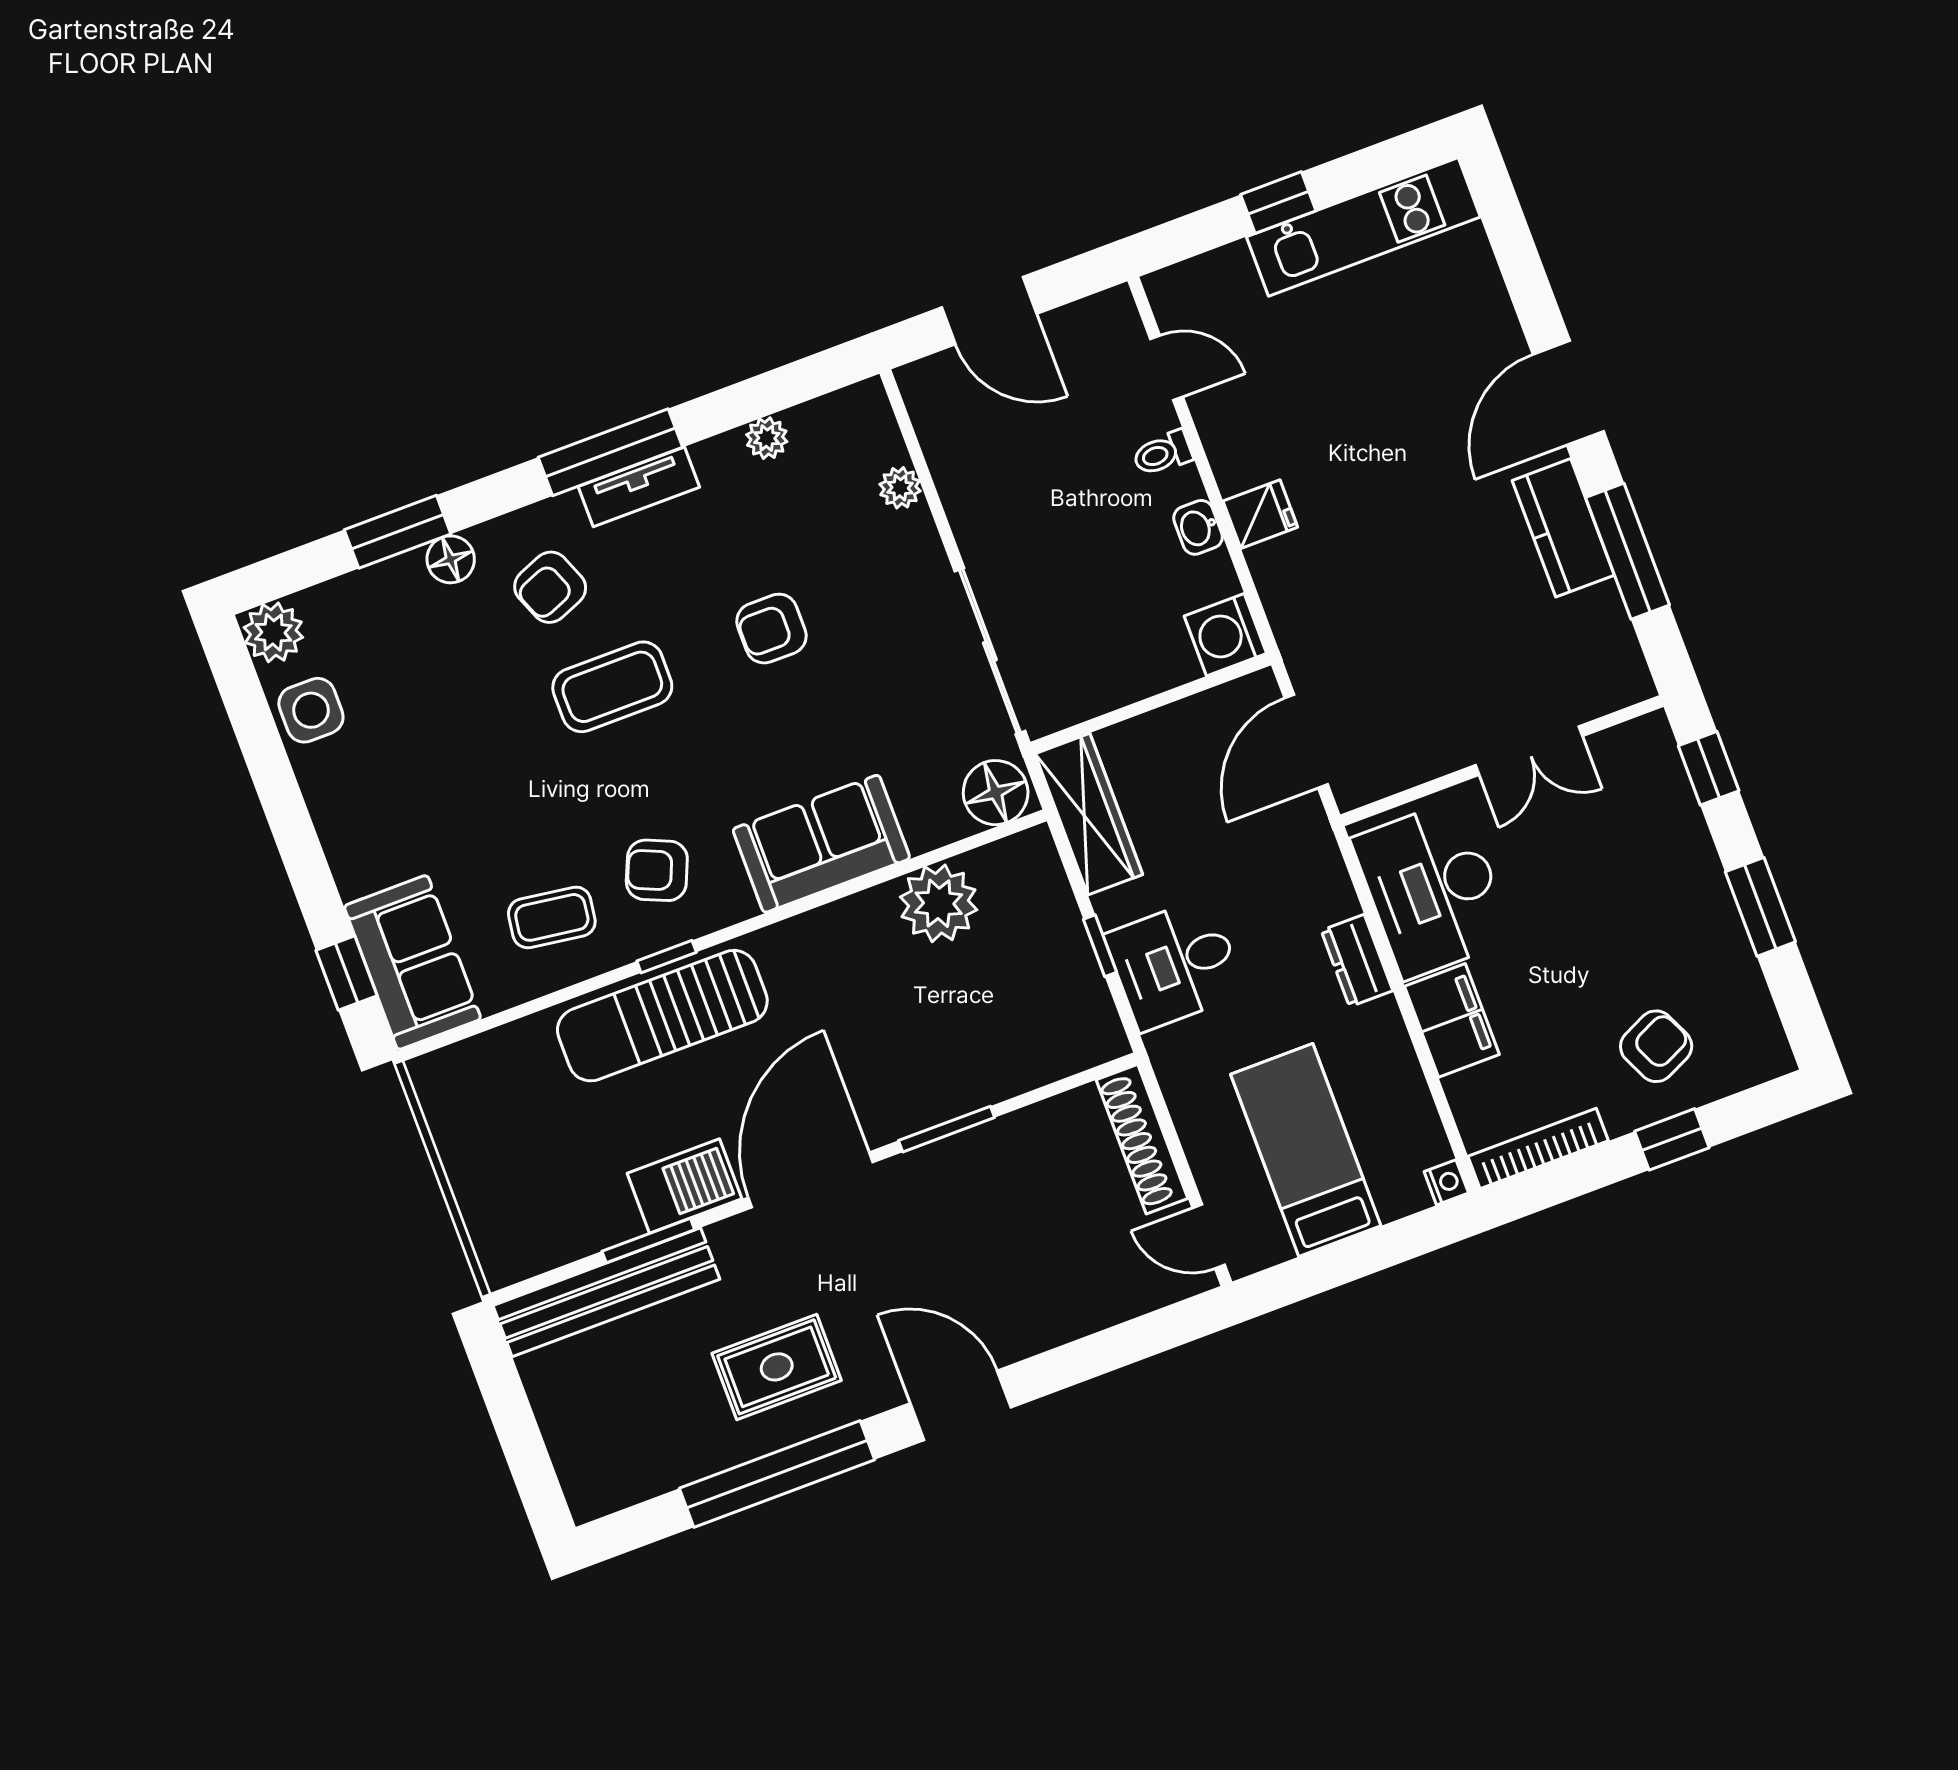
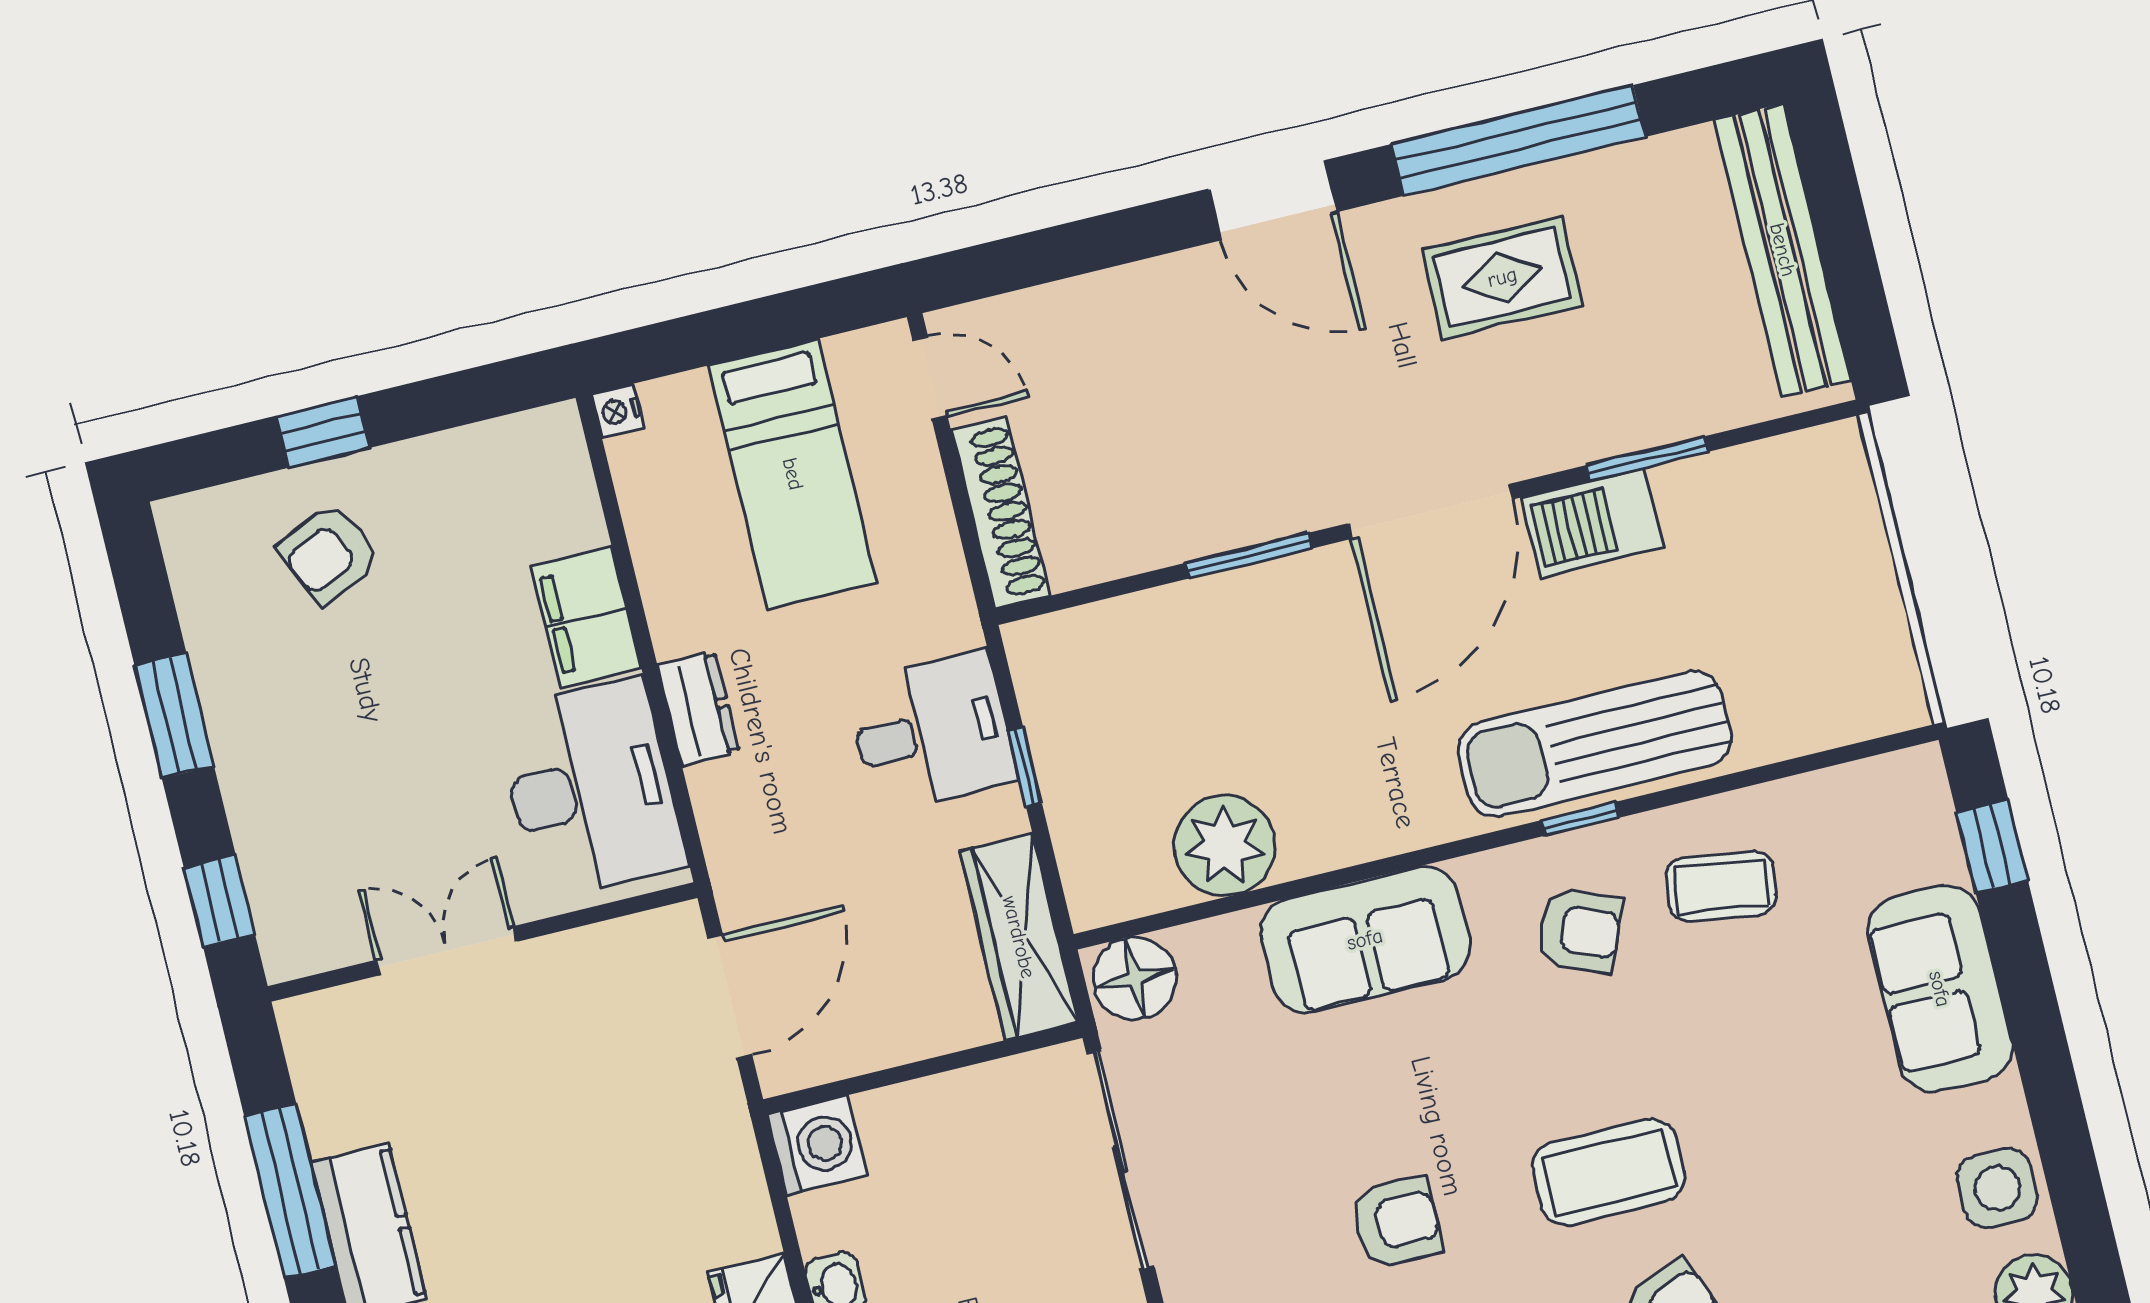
sofa: (412, 962) -> (1940, 989), moved
sun lounger: (662, 1016) -> (1595, 744), turned 180
bookcase: (1538, 1149) -> (495, 441), removed
bench: (606, 1292) -> (1783, 250), moved, turned 90

